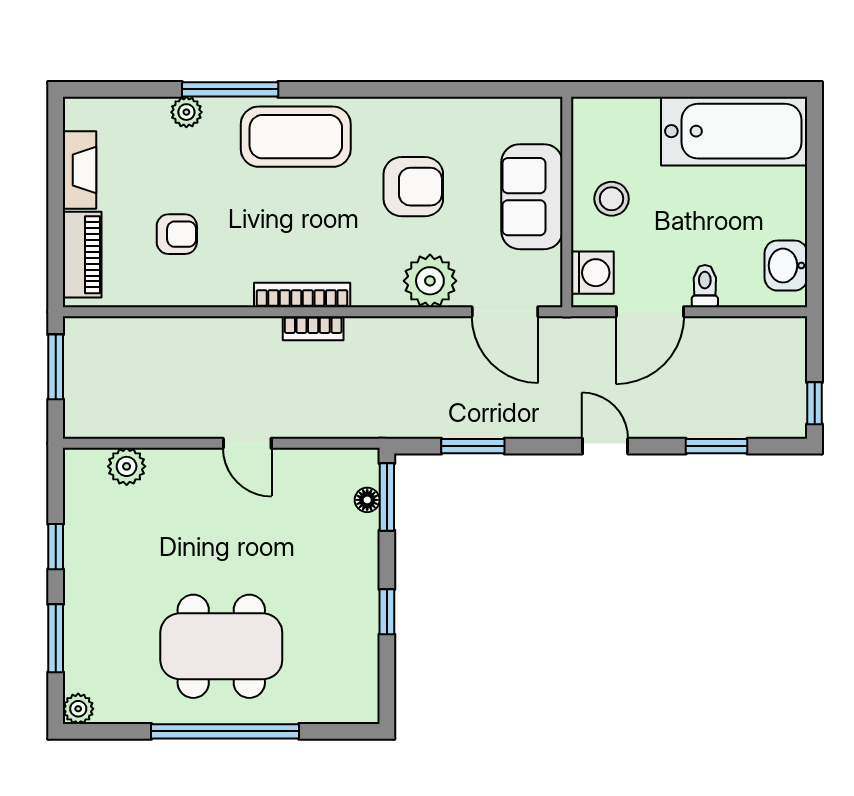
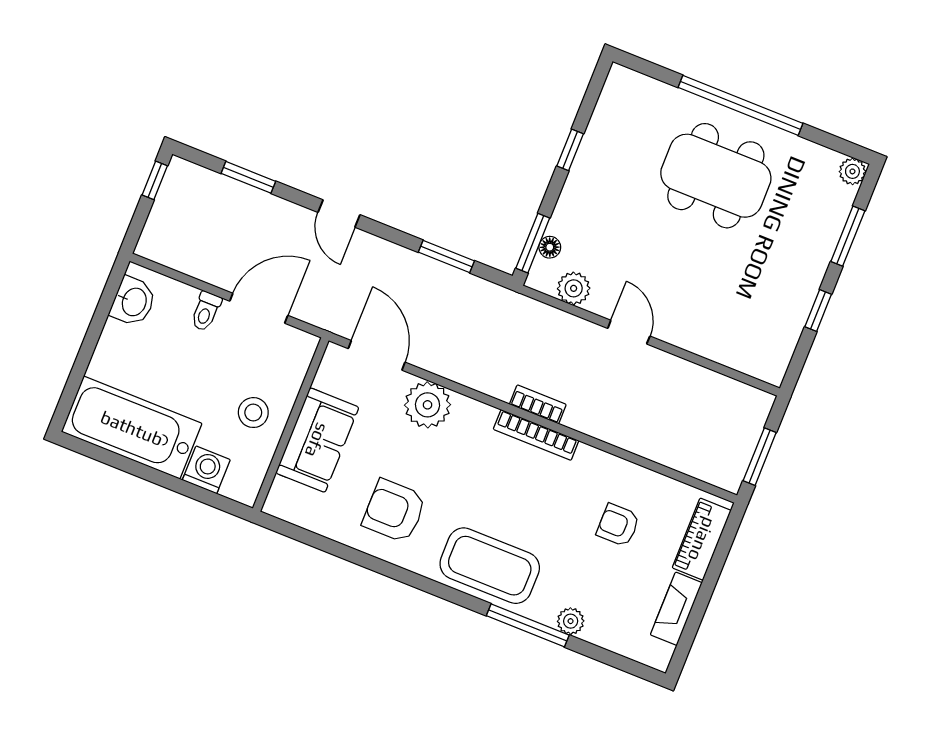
armchair: (413, 187) -> (394, 511), moved
washing machine: (592, 273) -> (206, 470), moved, turned 90
plant: (127, 466) -> (574, 288), moved

